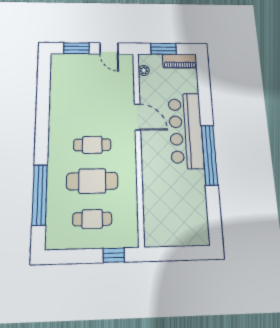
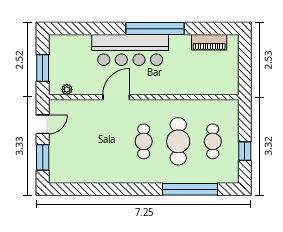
piano: (180, 61) -> (209, 42), moved, turned 90
window: (114, 255) -> (245, 151), moved

